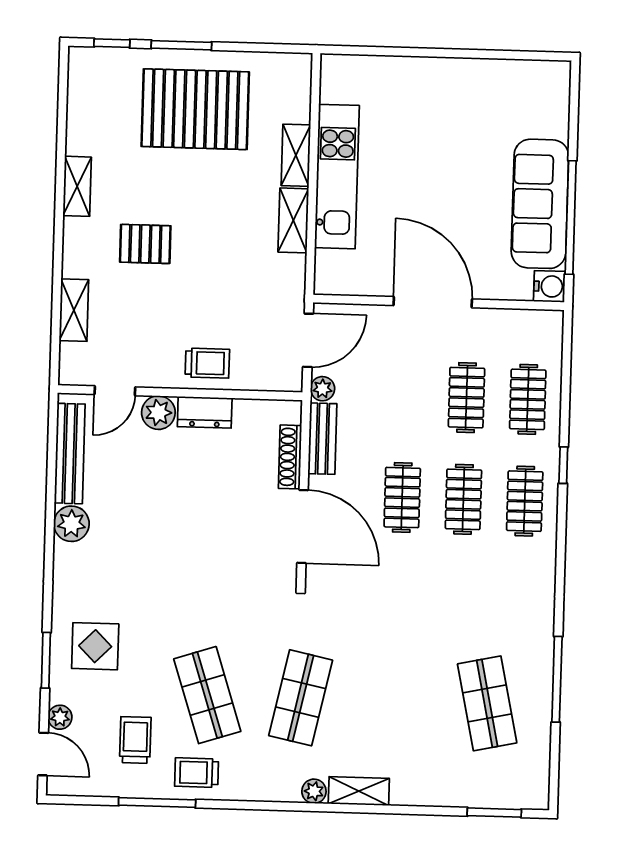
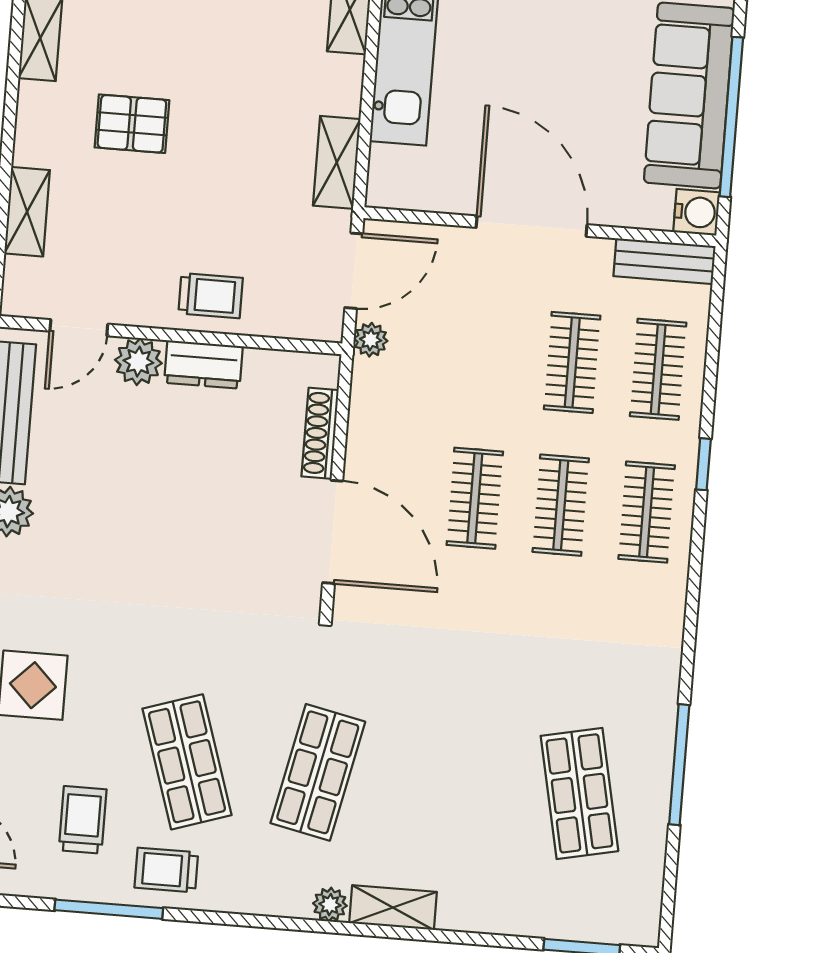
shelving: (293, 220) -> (337, 162), moved
bench: (322, 439) -> (664, 261), moved, turned 90

